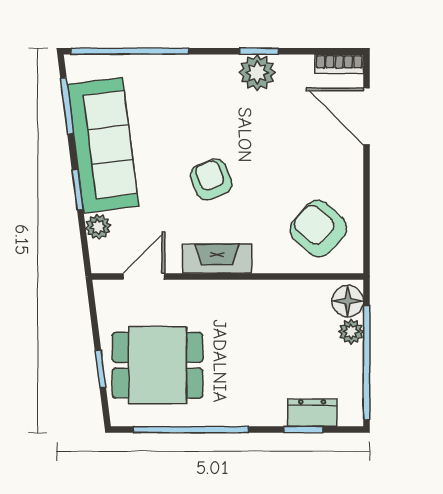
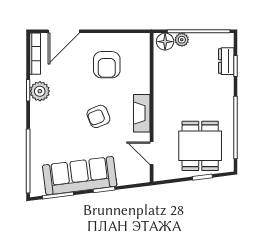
bookcase: (339, 64) -> (35, 54), width x1.56
plant: (98, 227) -> (124, 178), removed
armchair: (318, 229) -> (107, 65), moved, turned -42

